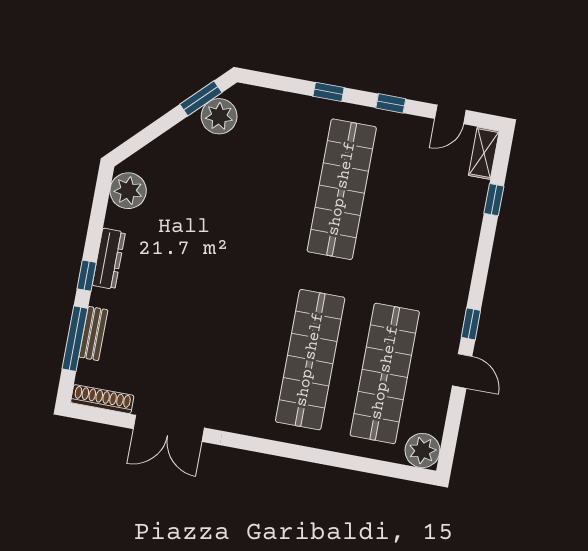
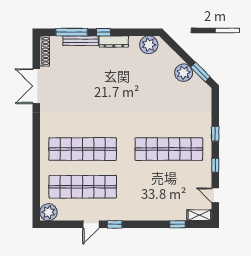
plant: (219, 116) -> (184, 73), moved
bench: (93, 333) -> (81, 41), width x1.36

